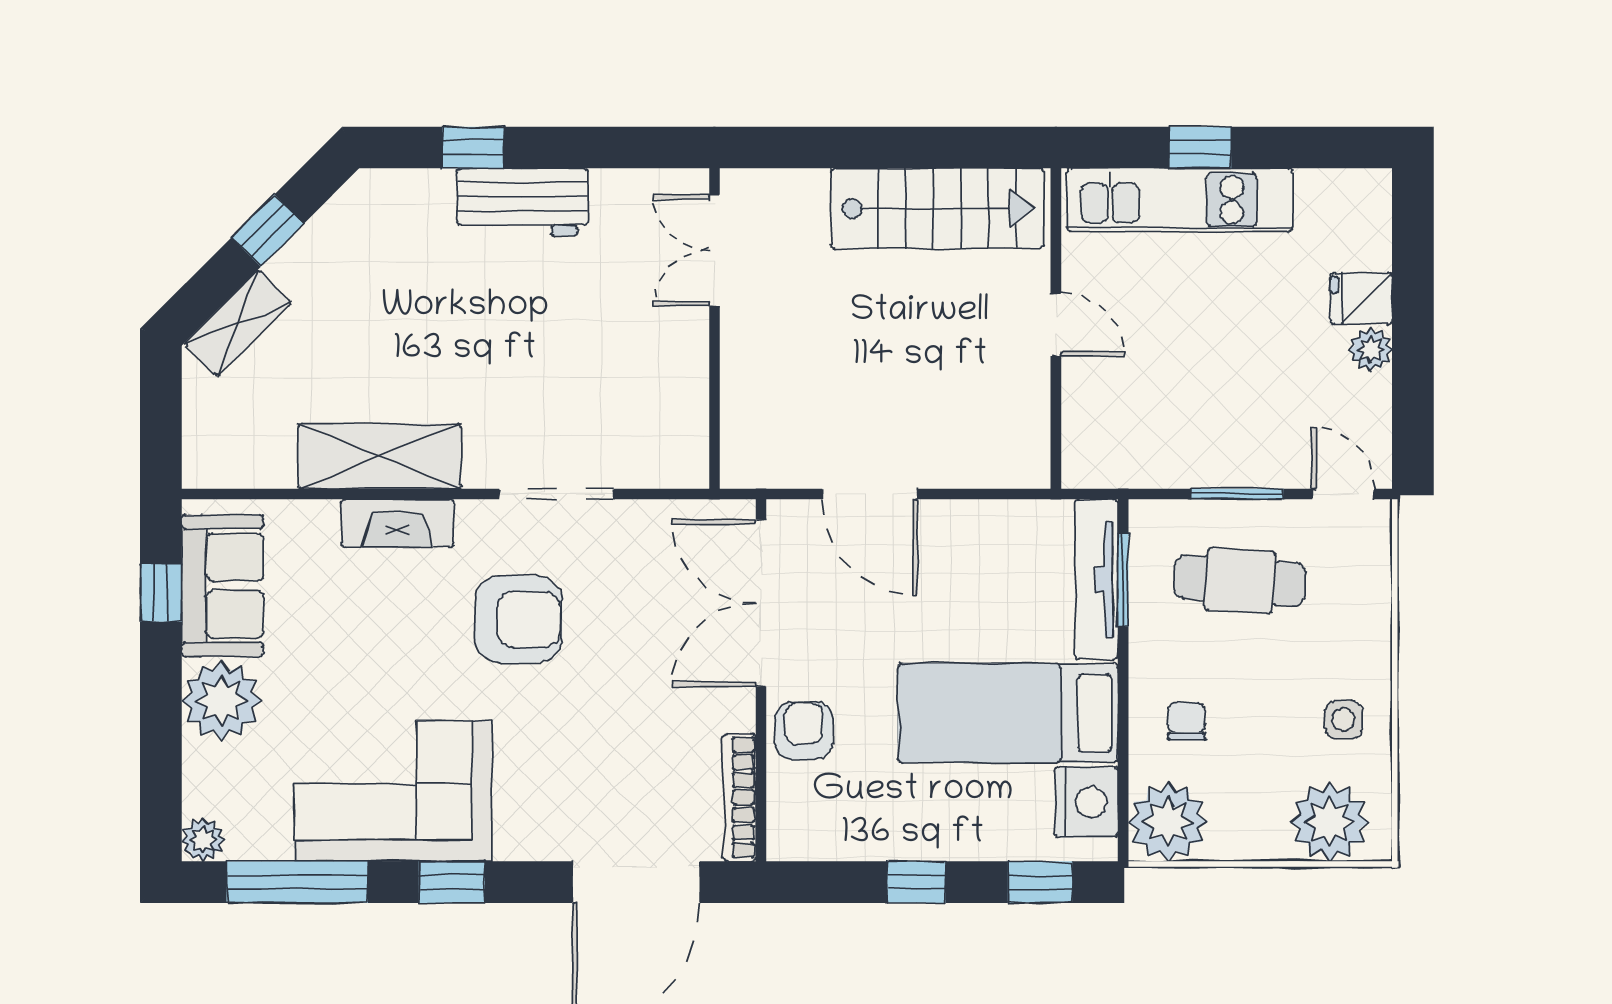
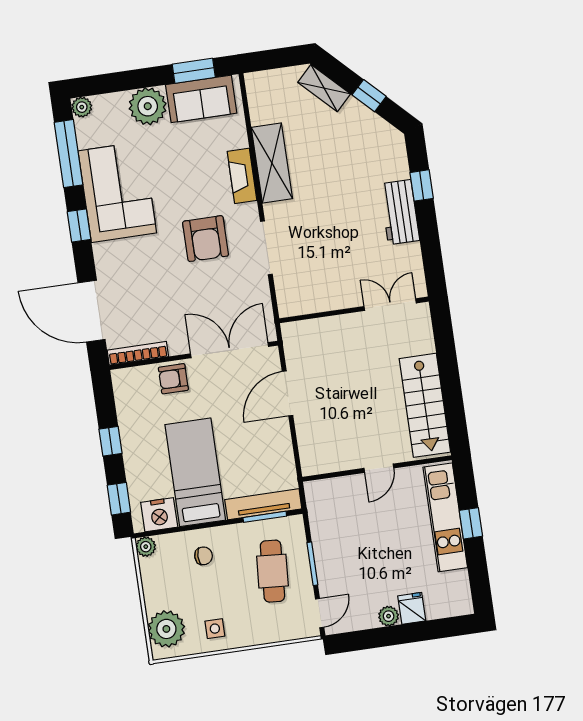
window: (161, 593) -> (194, 71), width x1.50
armchair: (804, 730) -> (173, 379), turned 180
plant: (1168, 822) -> (146, 547), width x0.53, depth x0.53

